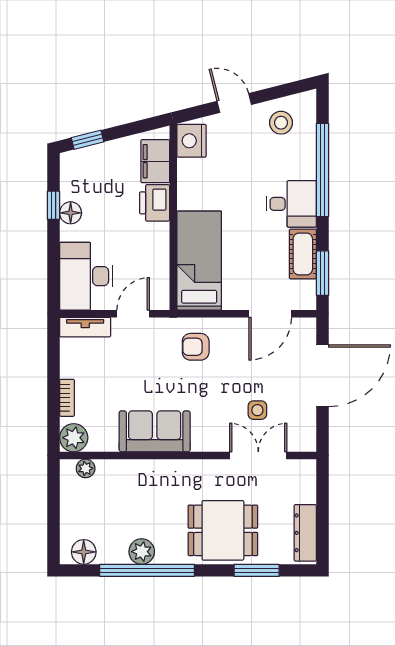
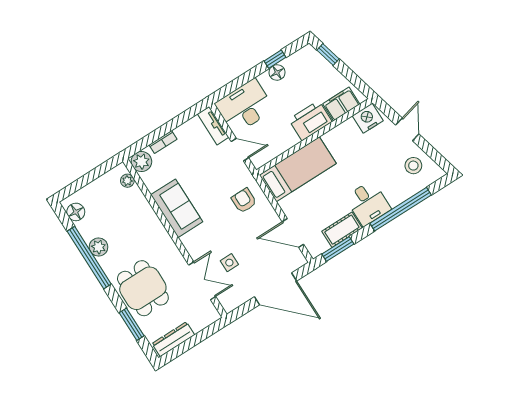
printer: (155, 203) -> (310, 121), width x1.37, depth x1.19

